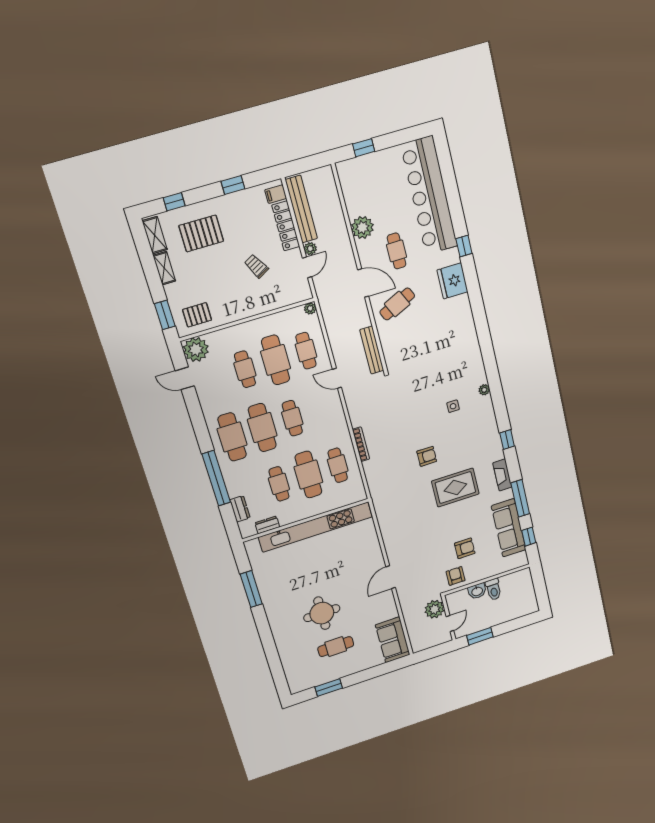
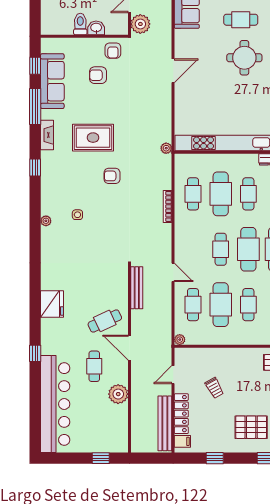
plant: (310, 249) -> (166, 148), moved
fridge: (452, 281) -> (52, 304), moved

